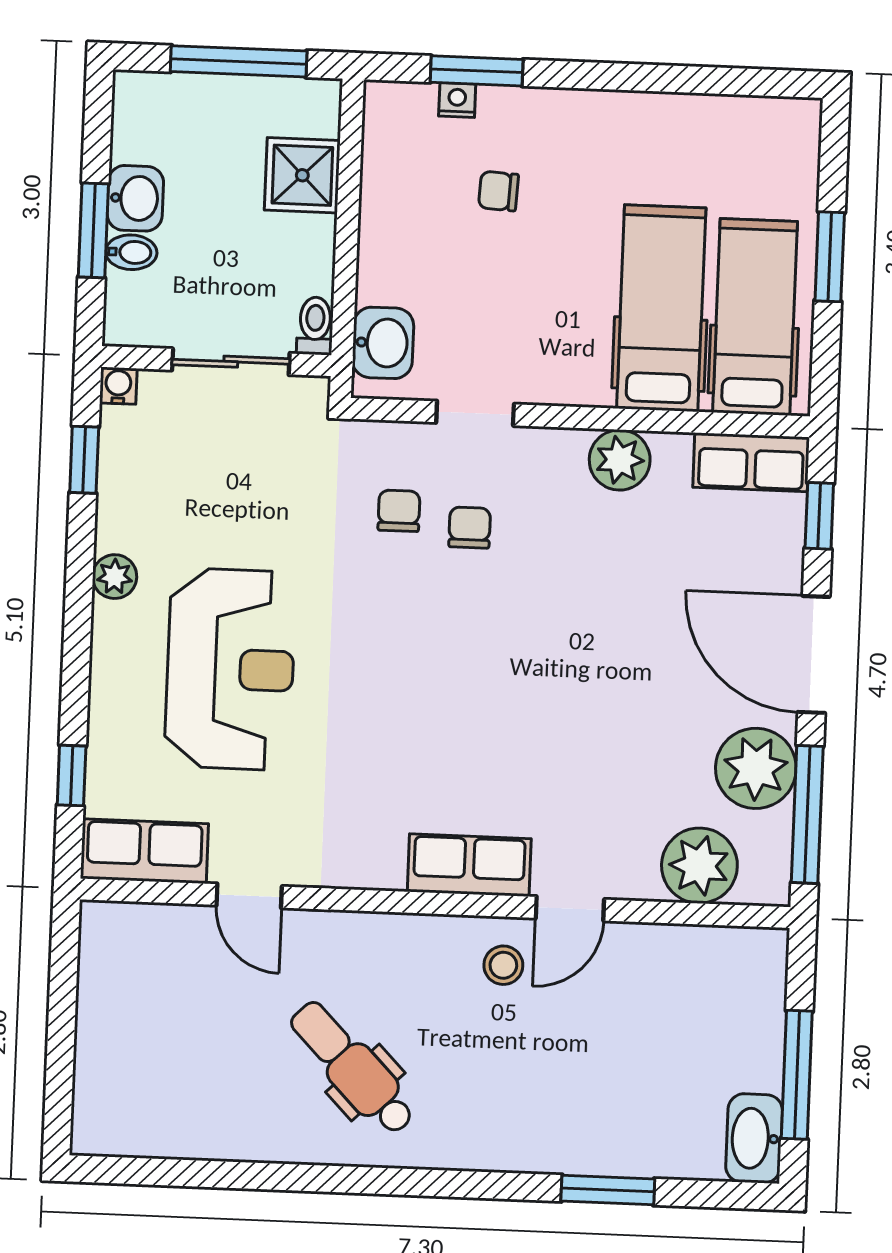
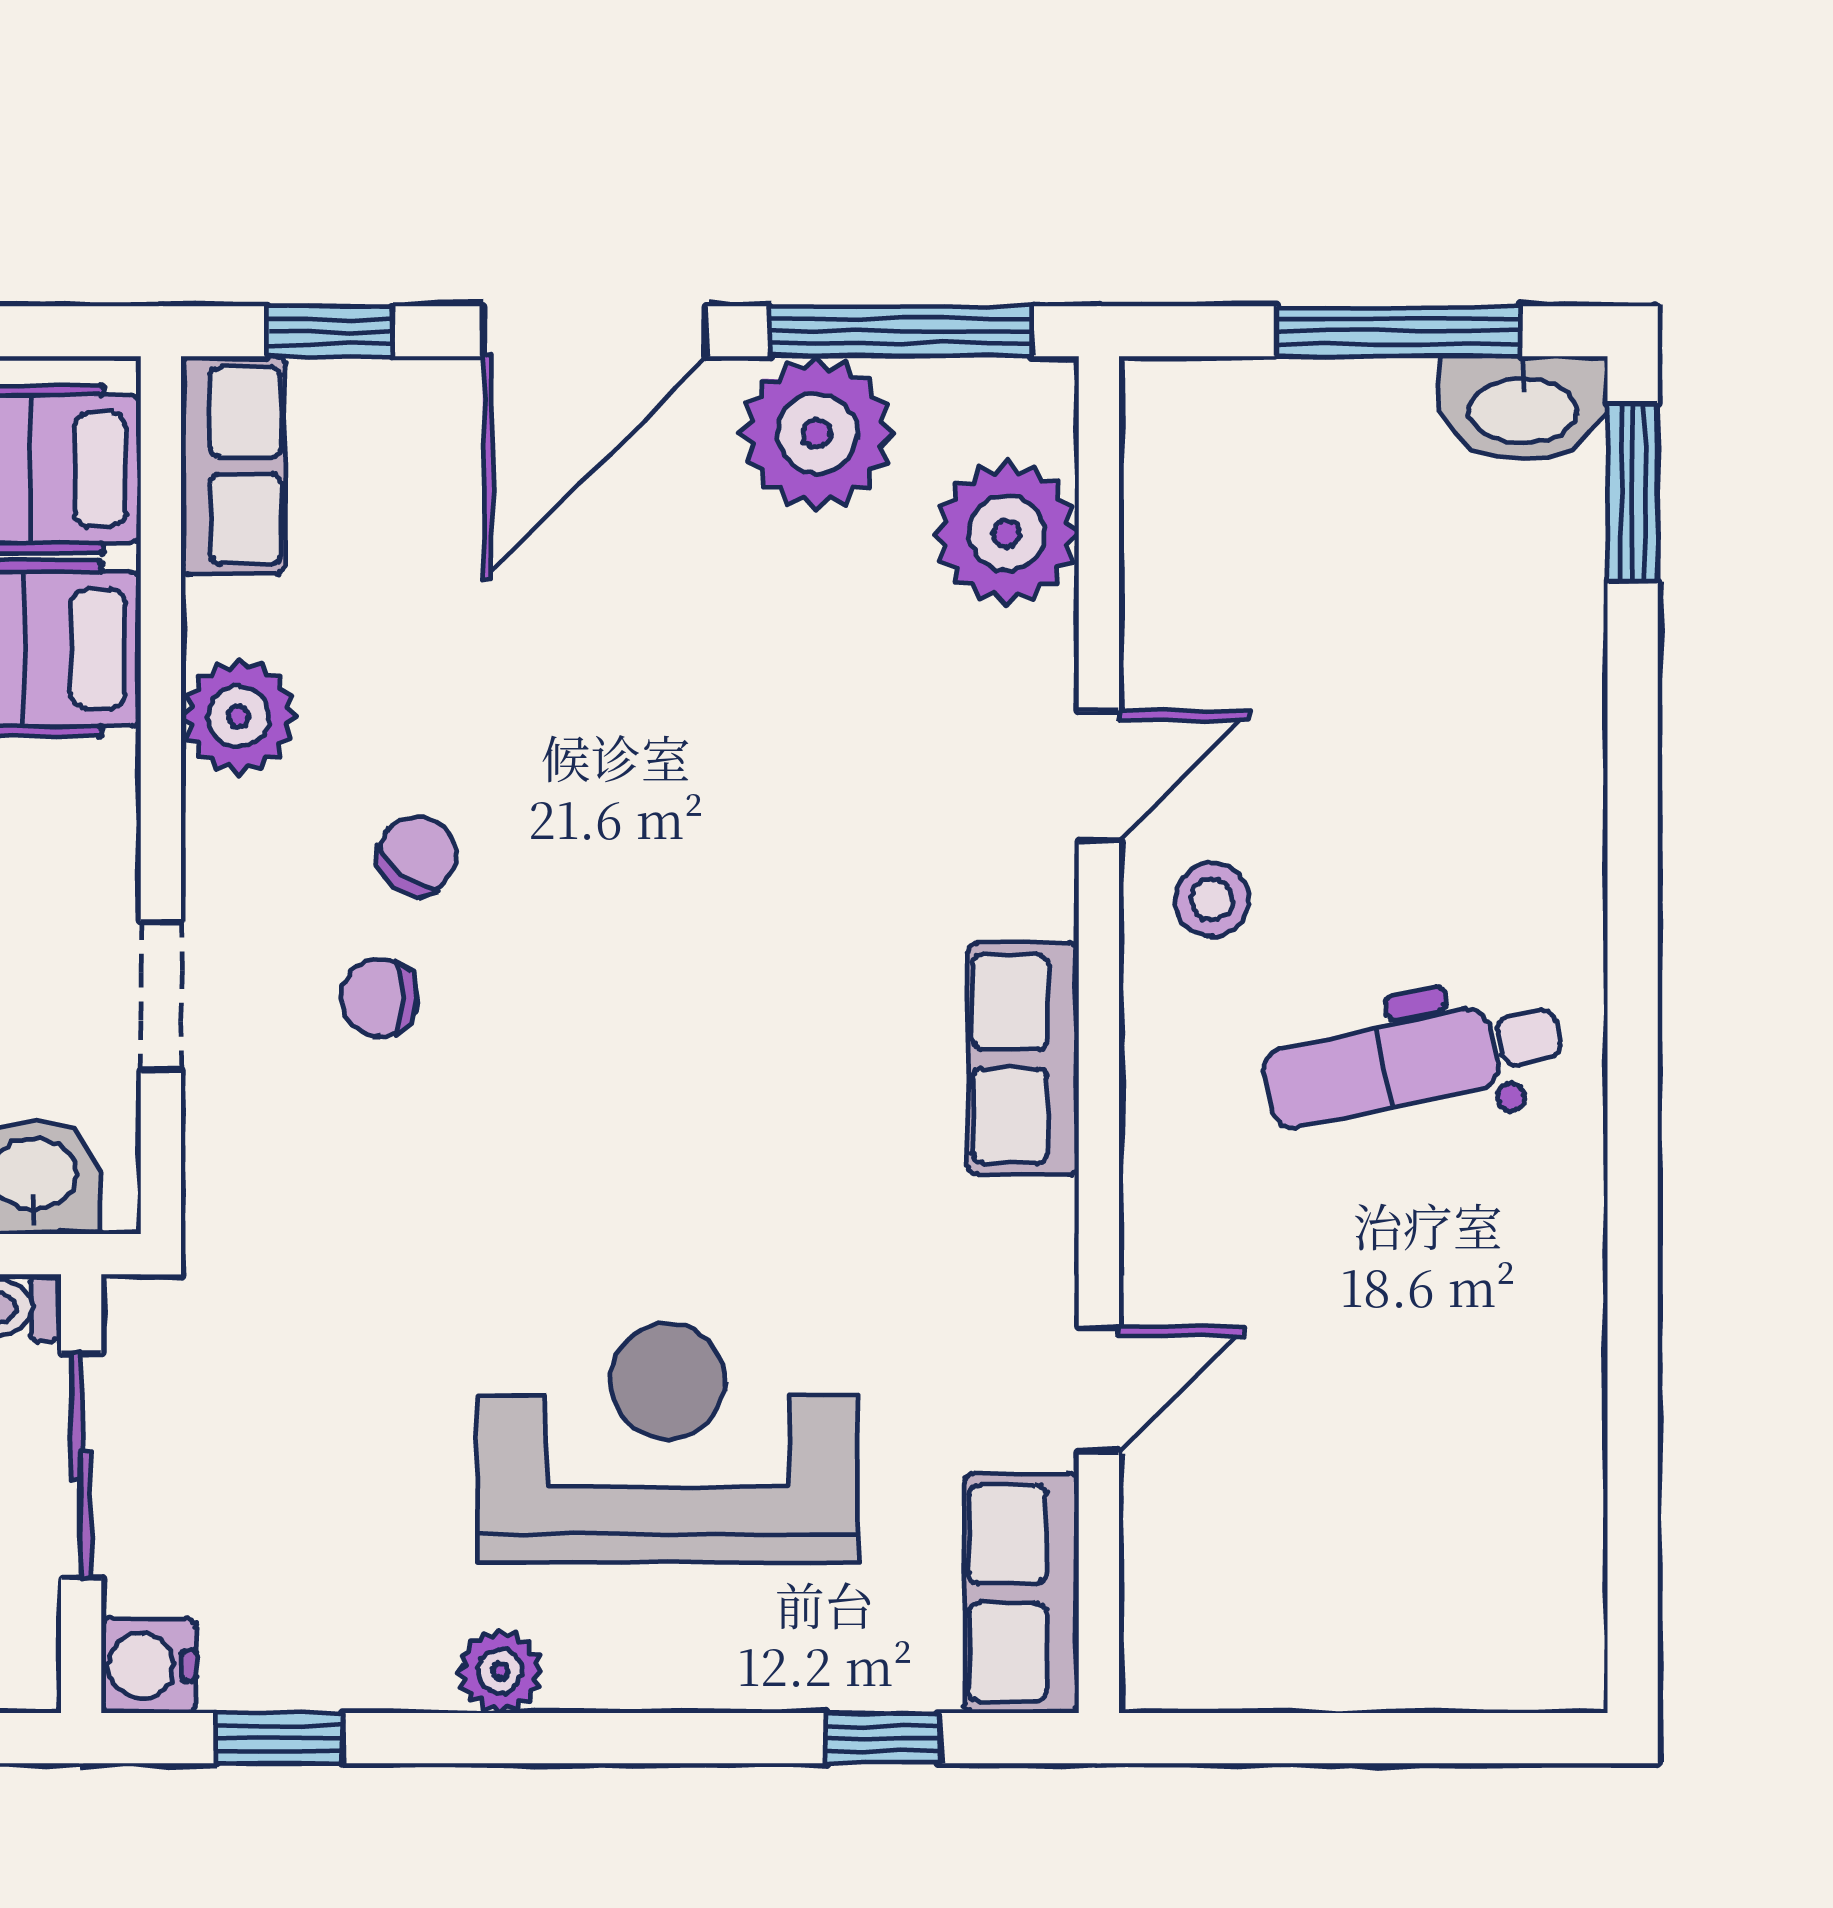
water cooler: (118, 386) -> (149, 1666), width x1.38, depth x1.38
chair: (399, 511) -> (417, 856), moved, turned 127
row of seats: (469, 865) -> (1023, 1059), moved
door: (570, 909) -> (1099, 777), hinge flipped
dental chair: (352, 1068) -> (1413, 1062), moved, turned 32
window: (608, 1190) -> (1633, 492), moved

